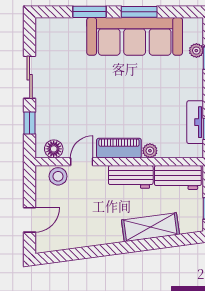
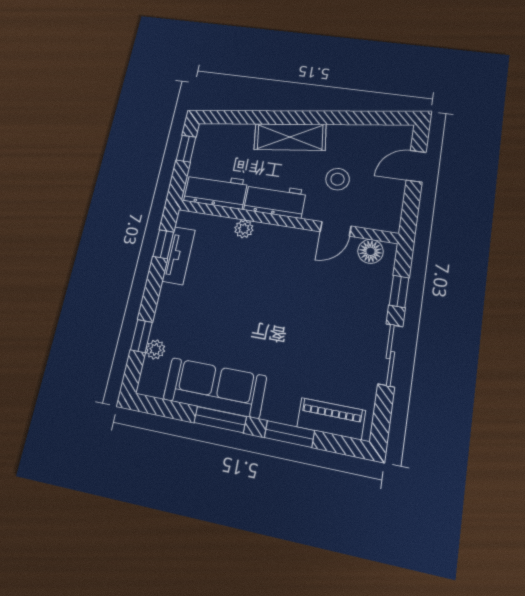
sofa: (135, 36) -> (215, 388), width x0.74, depth x0.79
piano: (119, 148) -> (331, 419), moved, turned 180
stool: (58, 176) -> (338, 179), moved
shelving: (150, 227) -> (290, 137), moved

